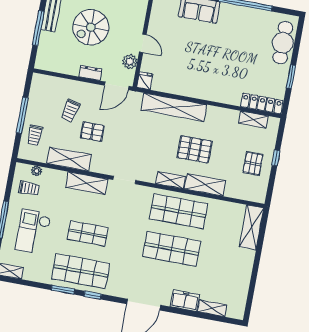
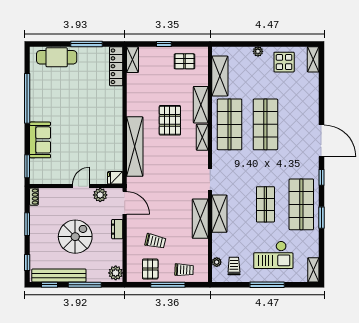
spiral stairs: (91, 27) -> (75, 237), turned -90
plant: (45, 63) -> (116, 273), added
window: (291, 77) -> (86, 44), width x1.44
shelving: (253, 120) -> (132, 60), moved
pallet: (92, 132) -> (150, 269), moved
shelving: (69, 159) -> (200, 219), moved
pallet: (253, 163) -> (184, 61), moved
shelving: (252, 227) -> (220, 76), moved, turned 90
plant: (250, 255) -> (258, 51), added
display table: (234, 281) -> (284, 62), added
window: (93, 295) -> (321, 177), moved
freezer: (185, 301) -> (311, 103), removed
shelving: (212, 308) -> (313, 59), moved

